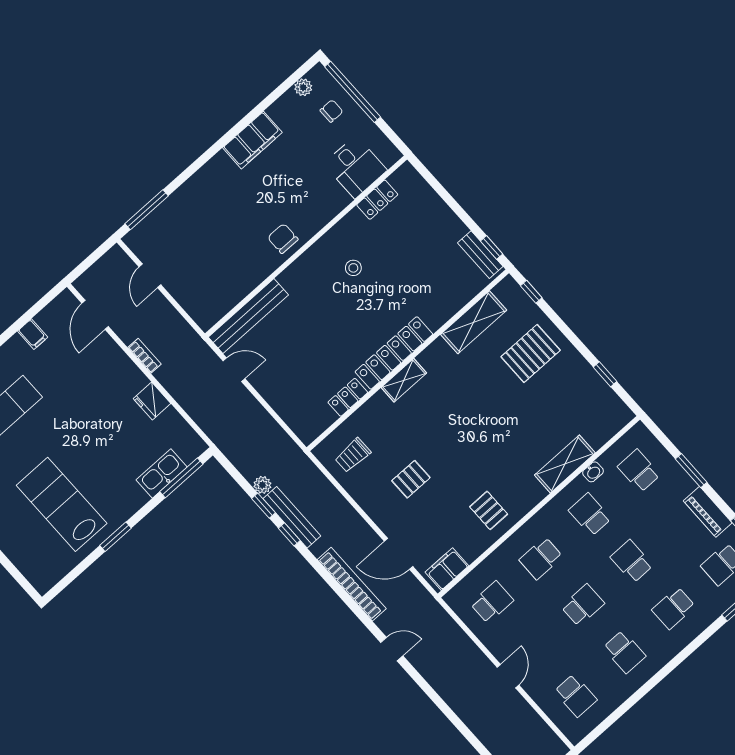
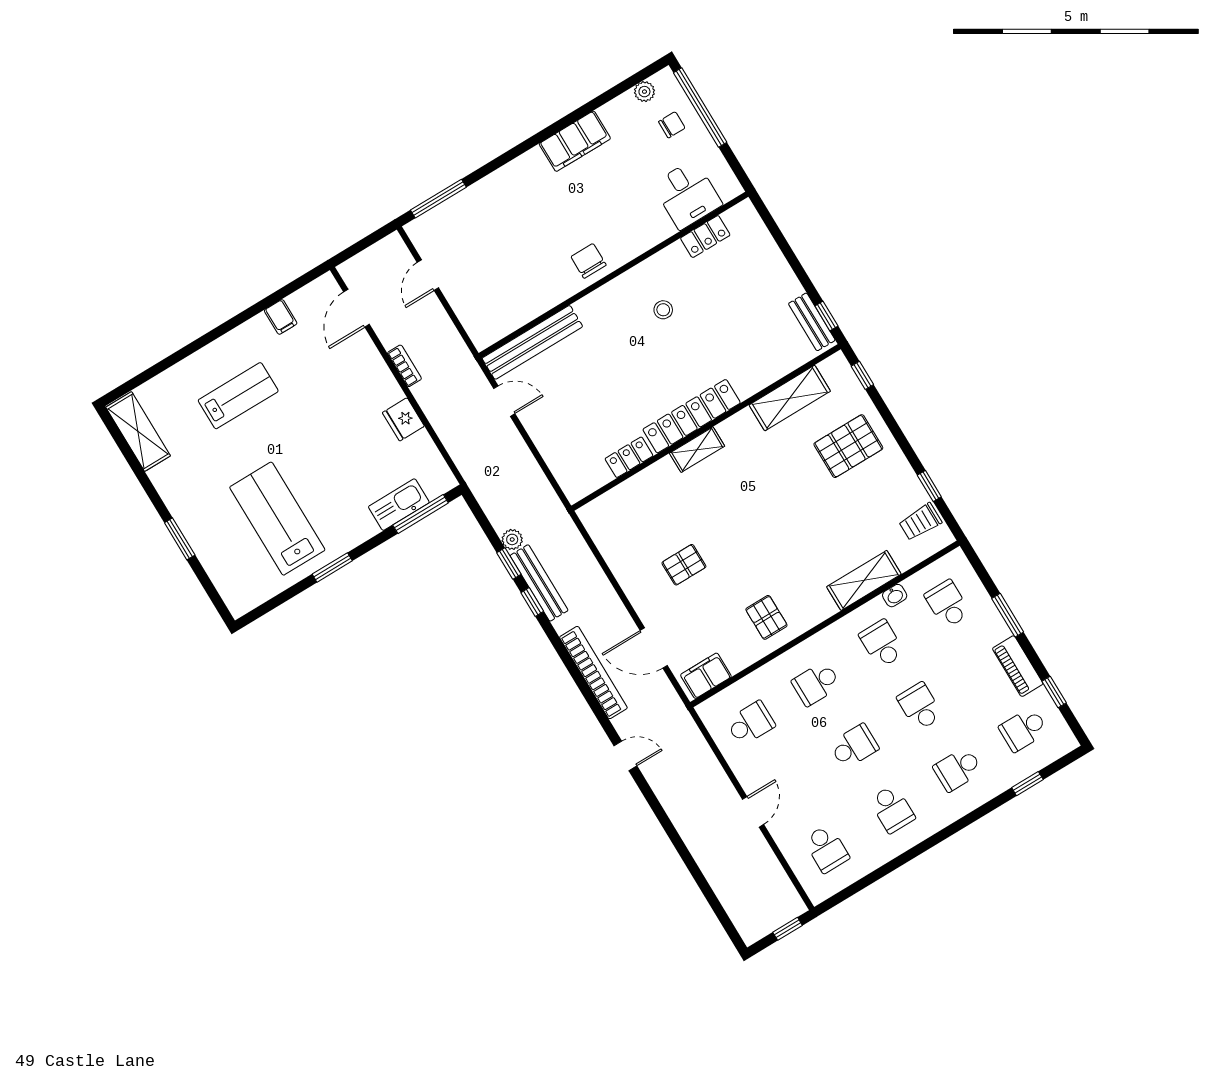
trolley: (353, 455) -> (920, 522), moved

